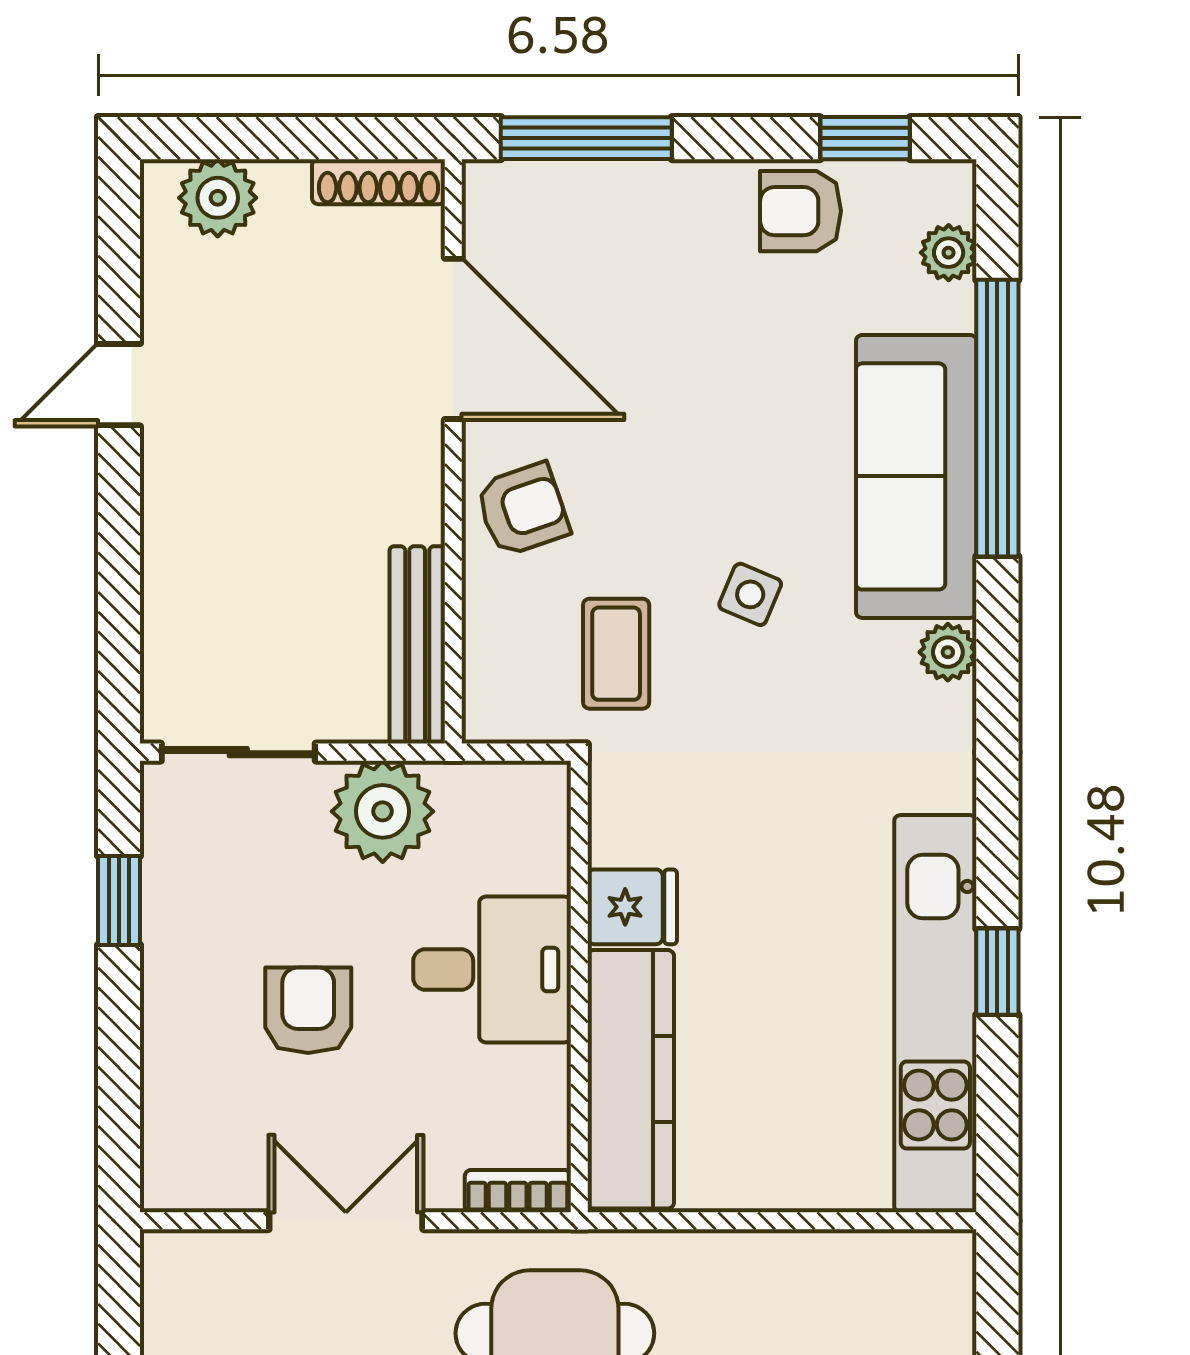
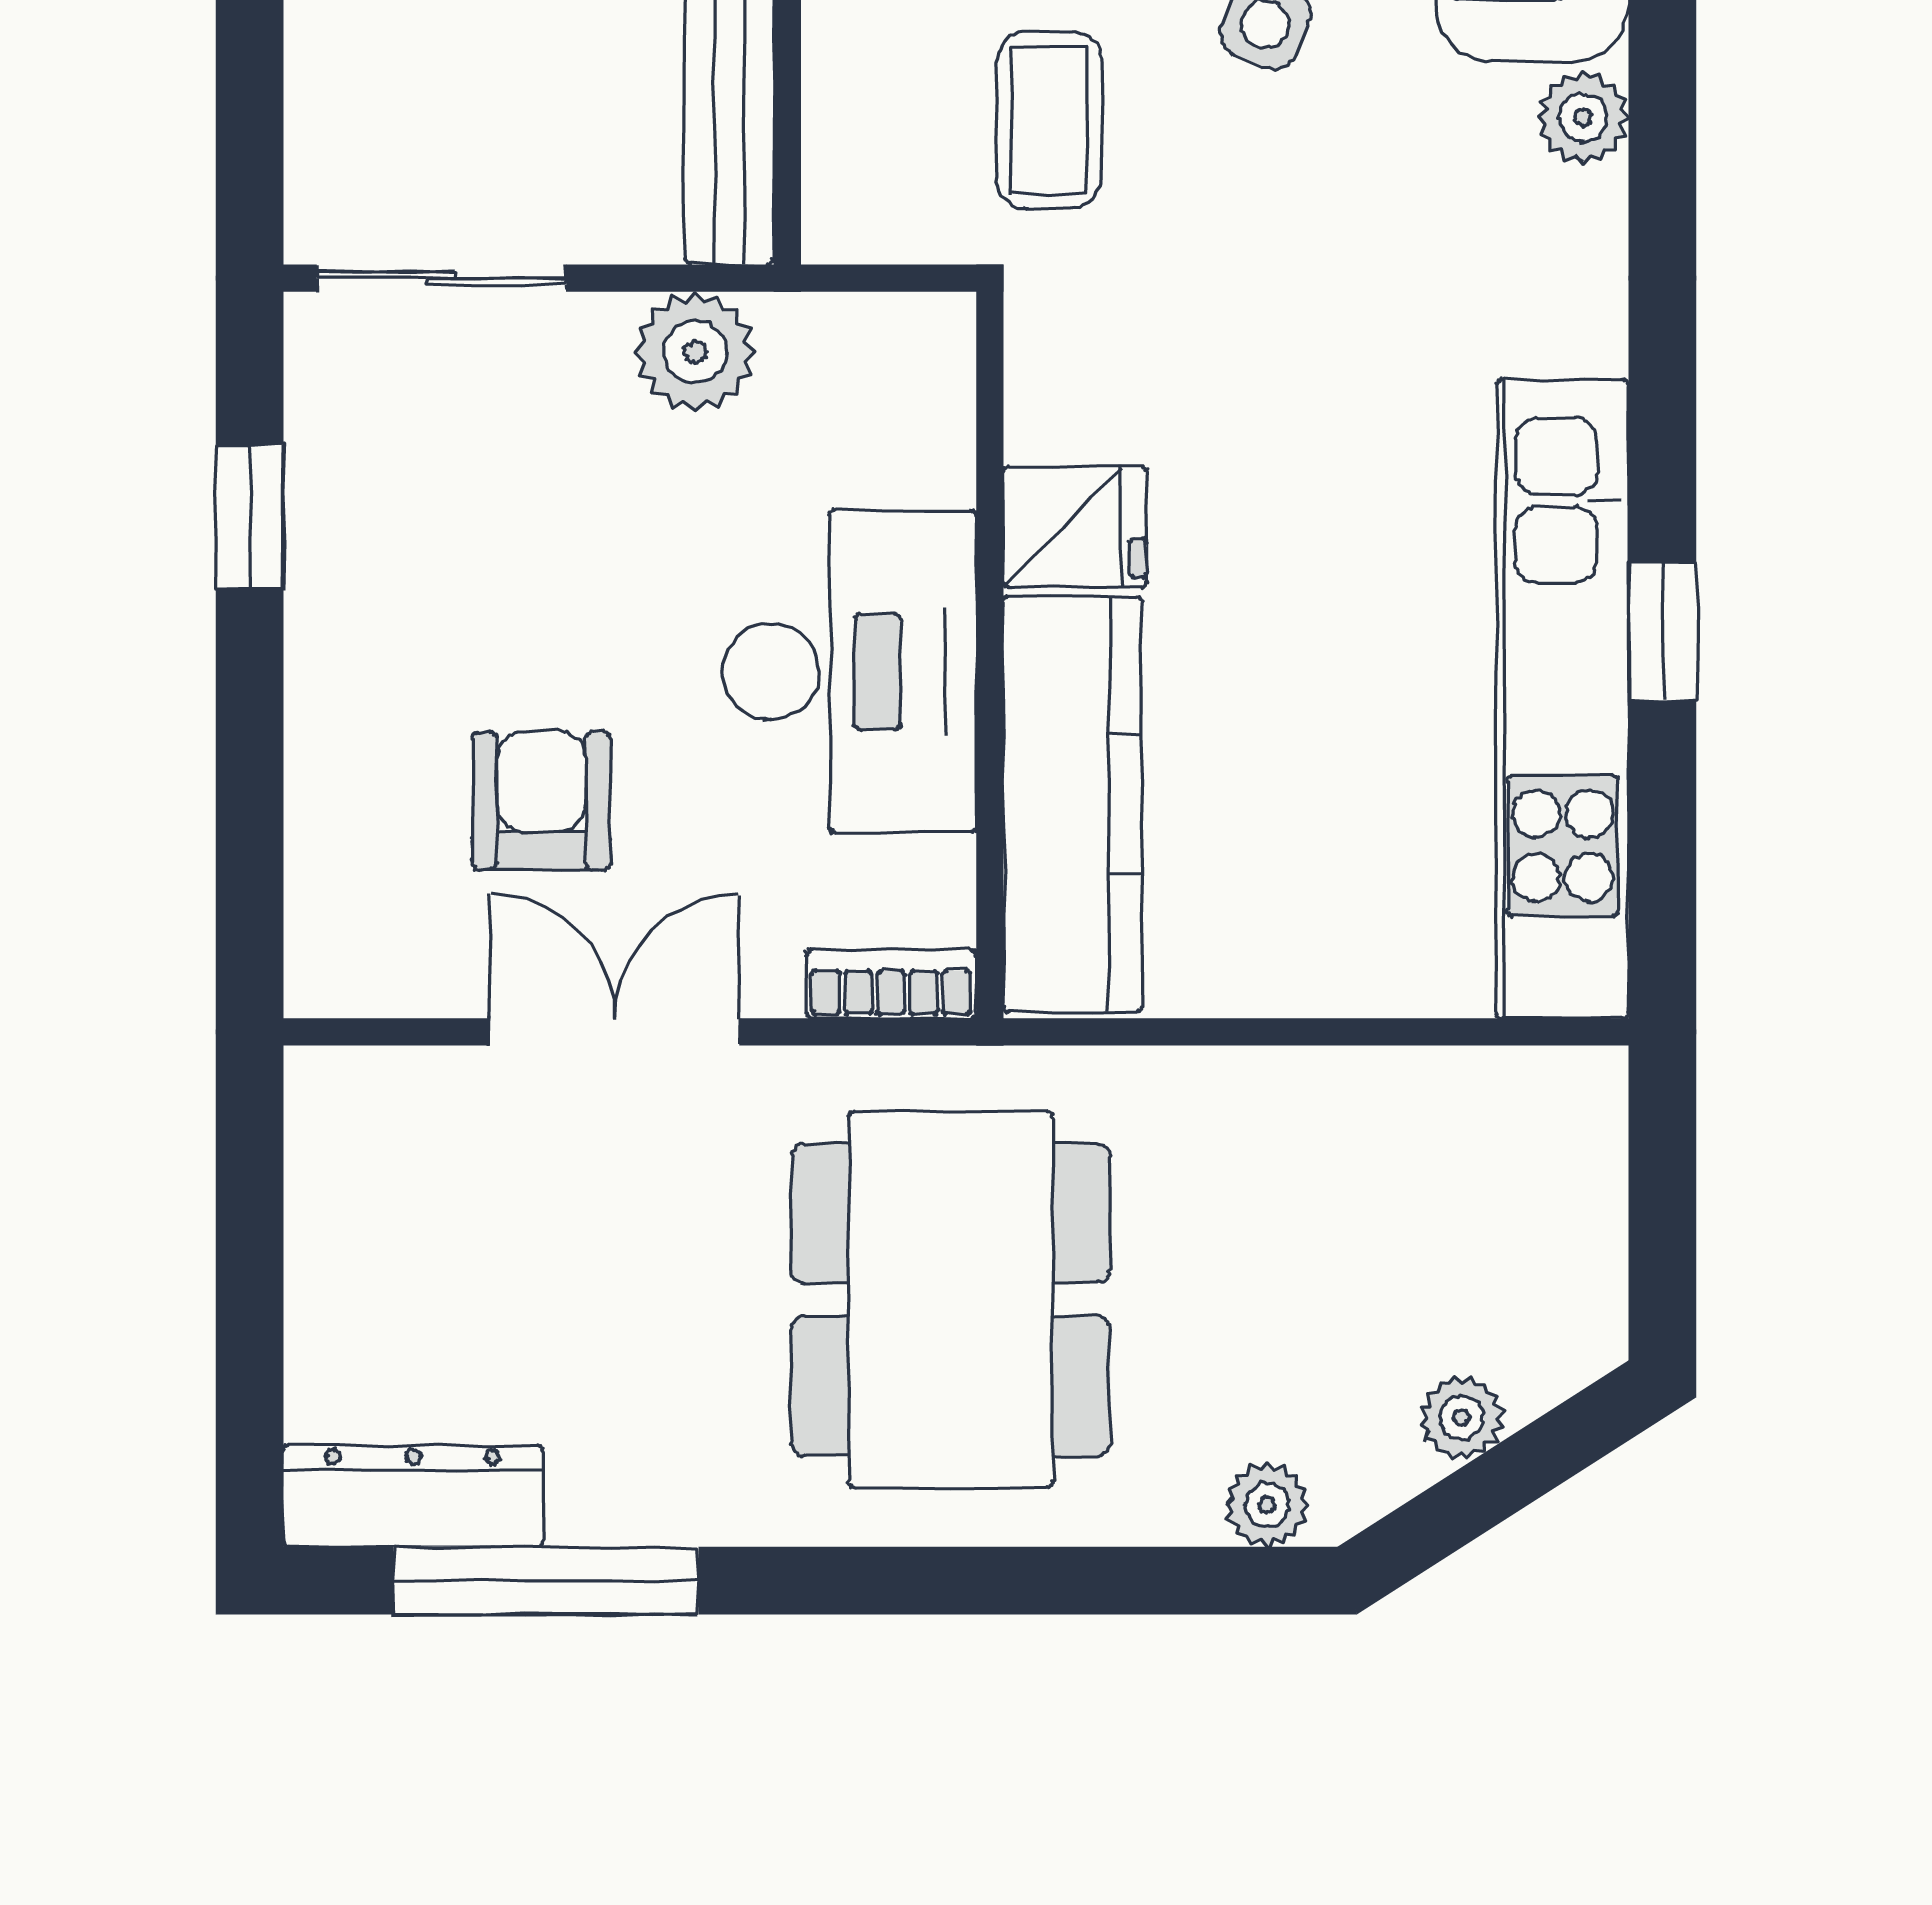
plant: (383, 811) -> (695, 352), width x0.73, depth x0.73
desk: (492, 970) -> (850, 672), width x1.37
armchair: (308, 1010) -> (541, 801), moved

